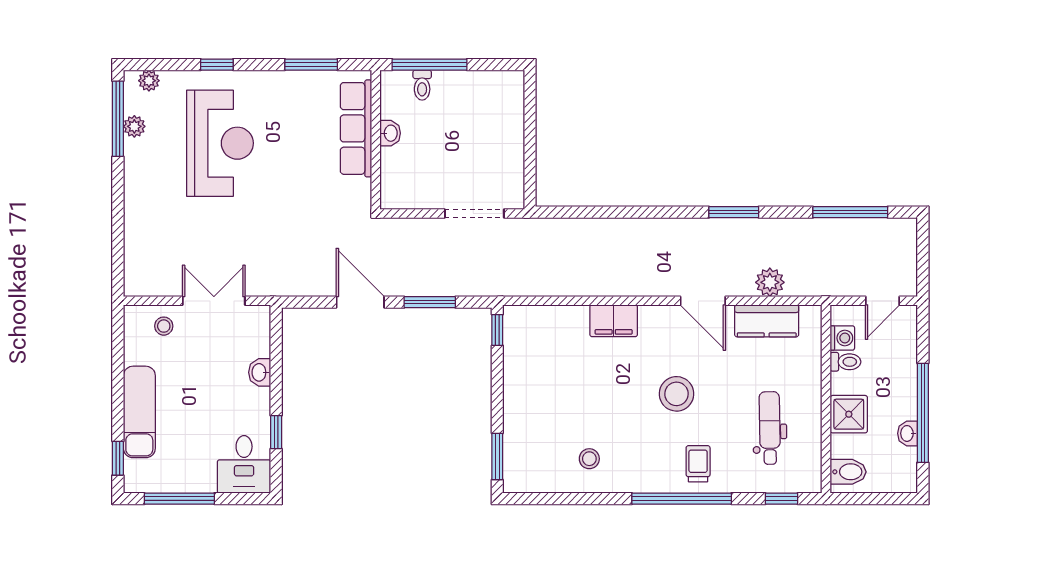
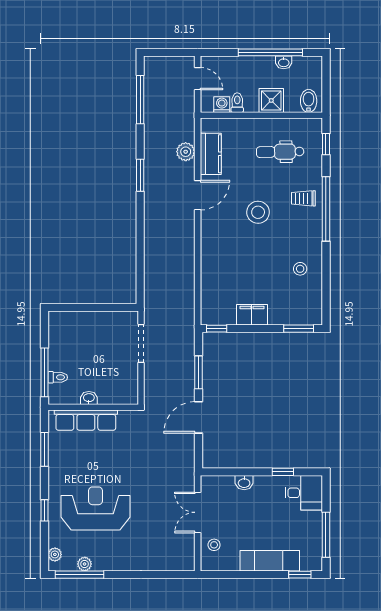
filing cabinet: (614, 321) -> (252, 315), moved, turned -90

